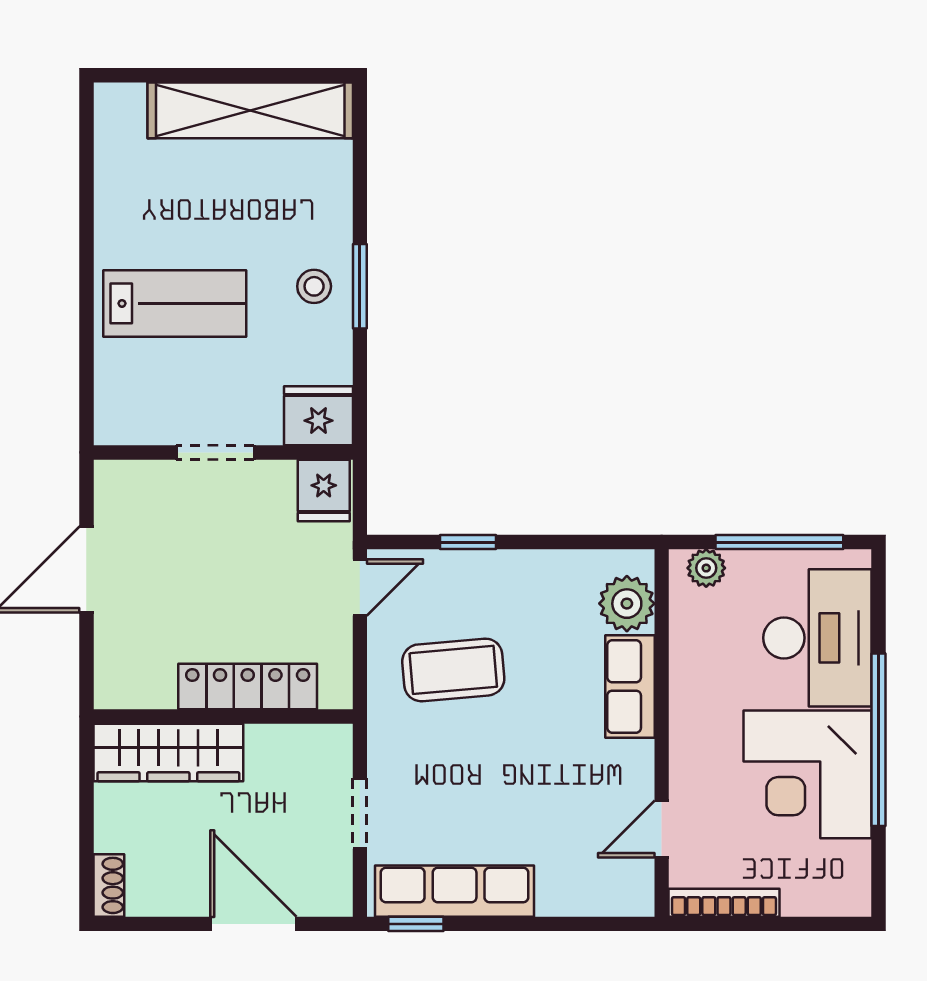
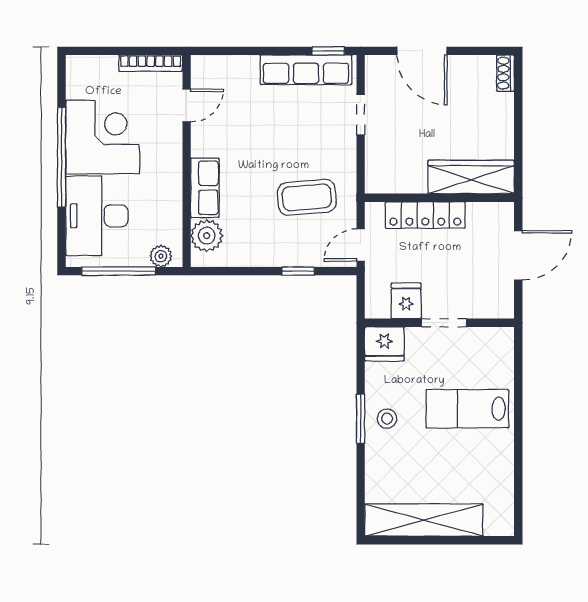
fridge: (324, 490) -> (406, 301), moved
locker: (248, 686) -> (425, 215), moved
wall: (223, 716) -> (439, 198), moved
wardrobe: (168, 752) -> (471, 177), moved

